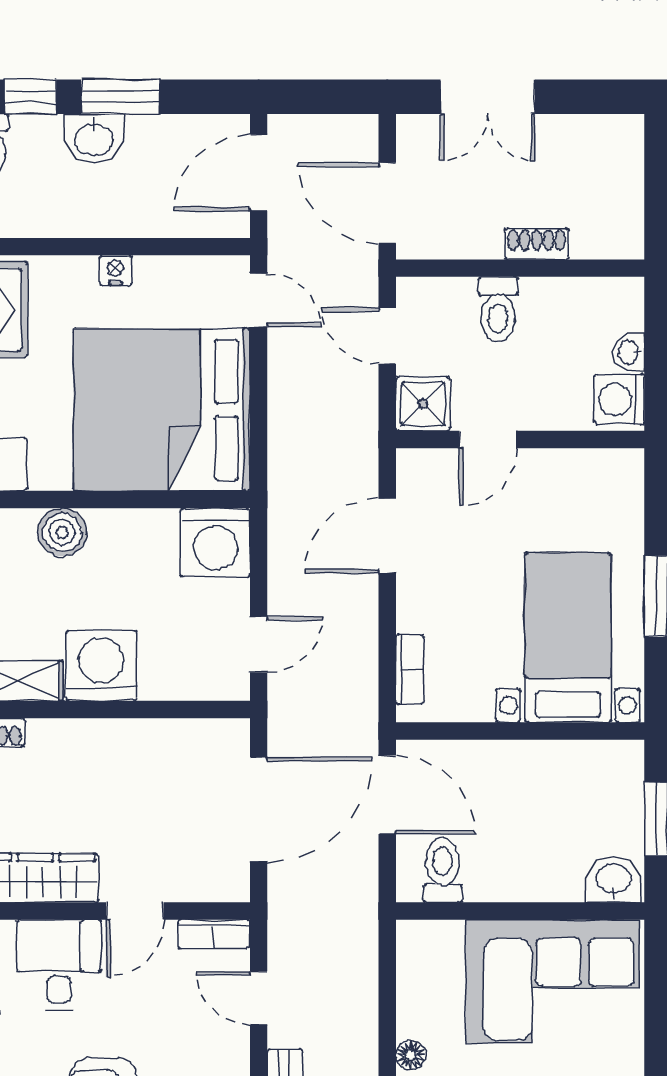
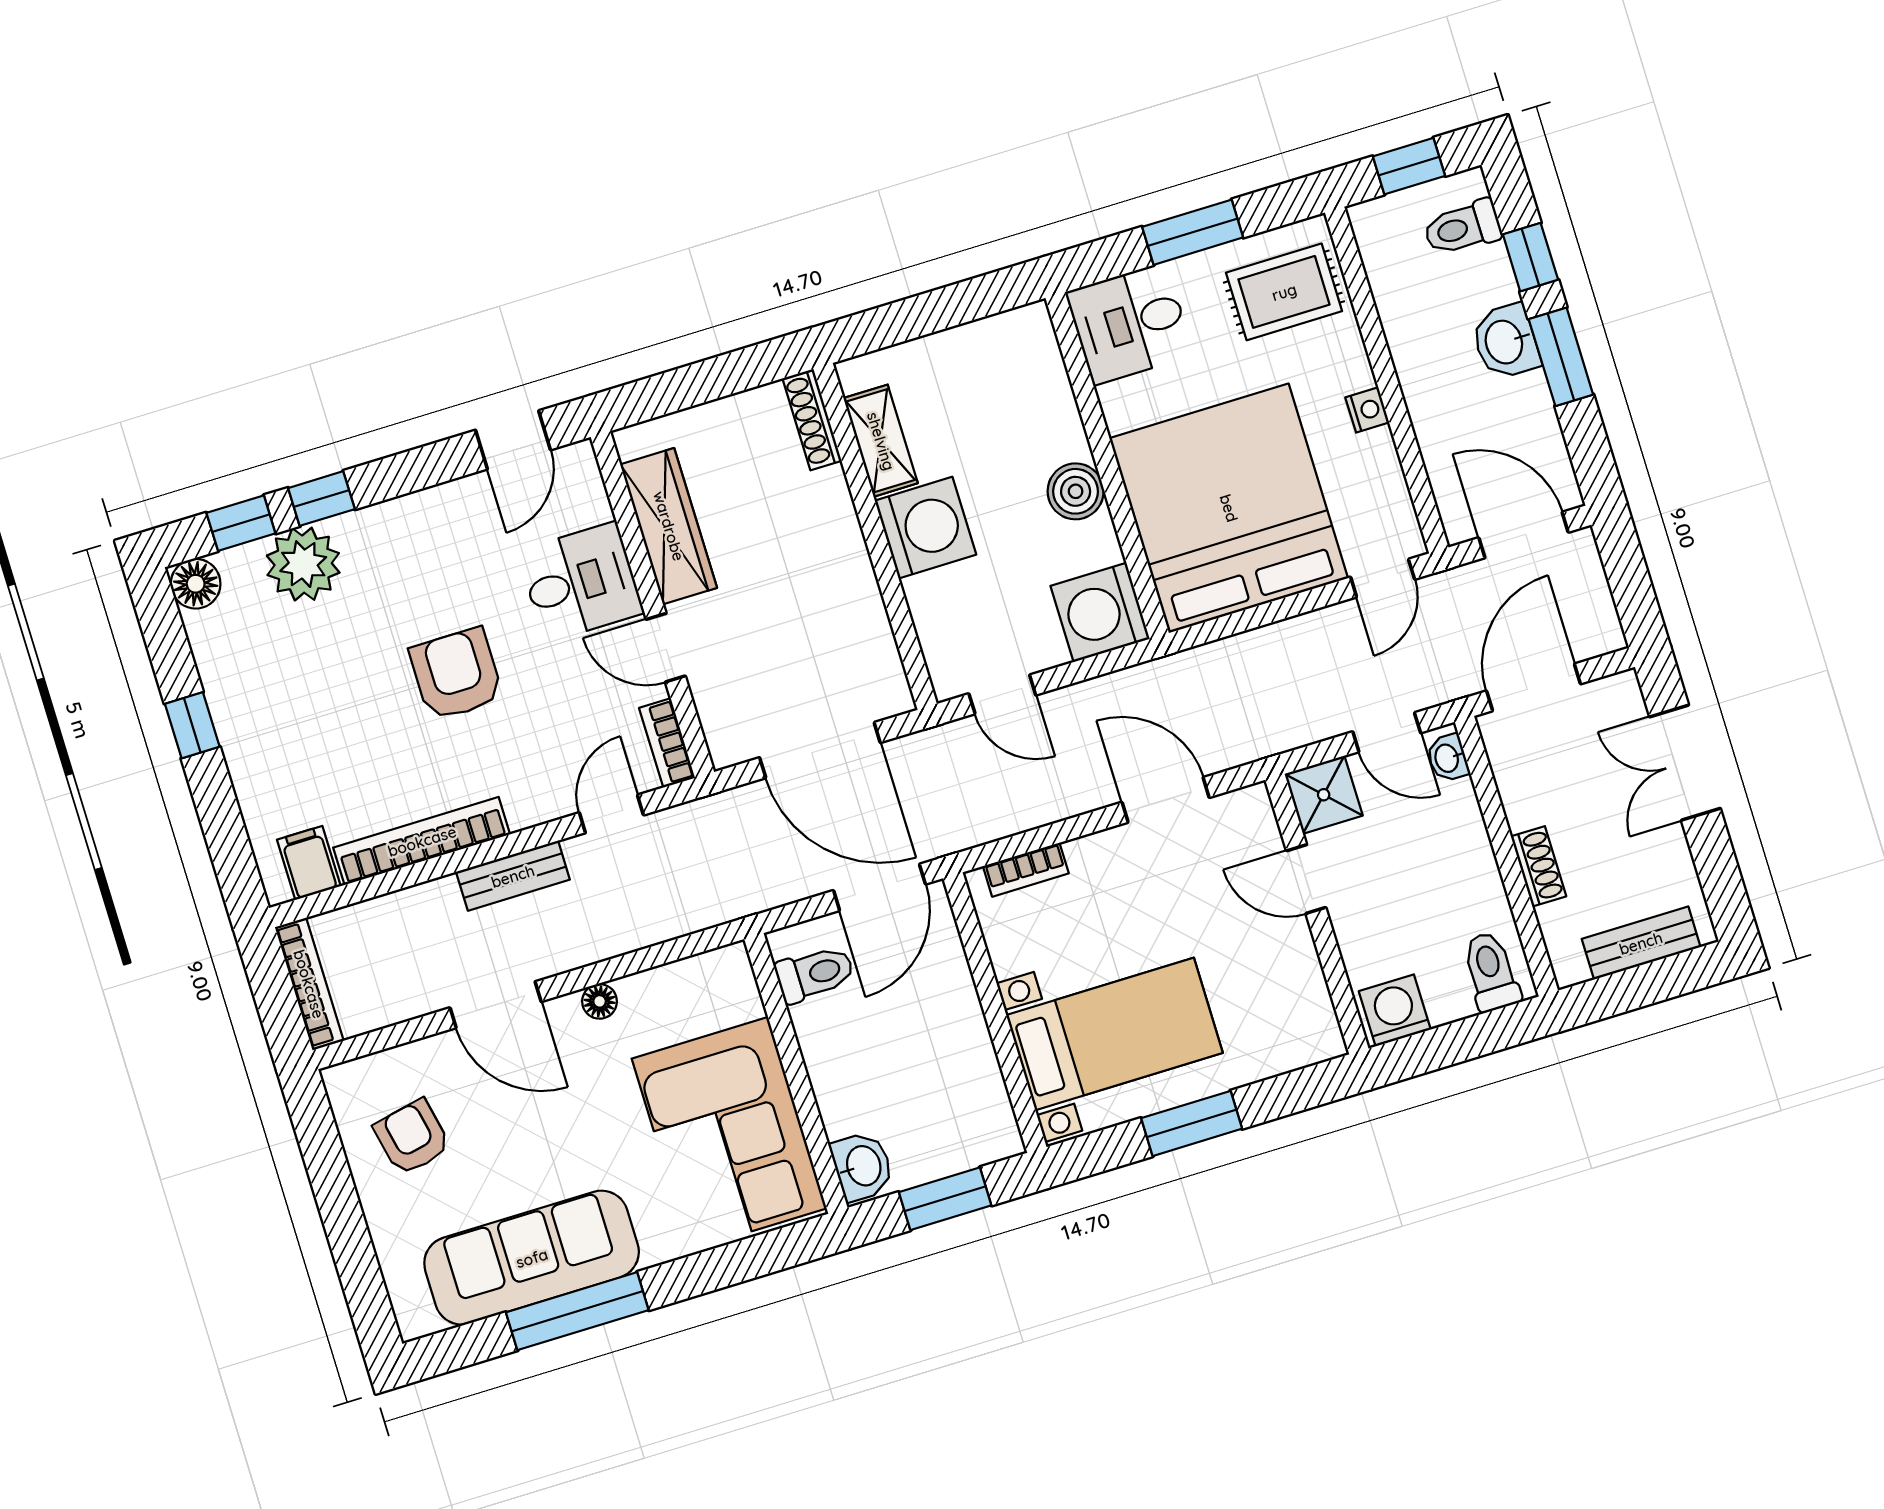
bench: (626, 179) -> (1641, 943), added
toilet: (498, 309) -> (1491, 972), moved, turned 90
door: (387, 336) -> (1387, 732), swing flipped
washbasin: (629, 352) -> (1448, 758), moved, turned -90
boiler: (62, 532) -> (1076, 491), moved

